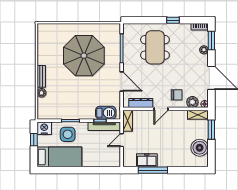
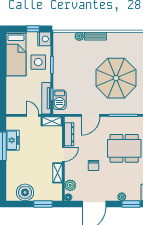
chair: (177, 95) -> (93, 165), moved
door: (161, 109) -> (63, 154), swing flipped
shelving: (198, 115) -> (58, 173), moved

